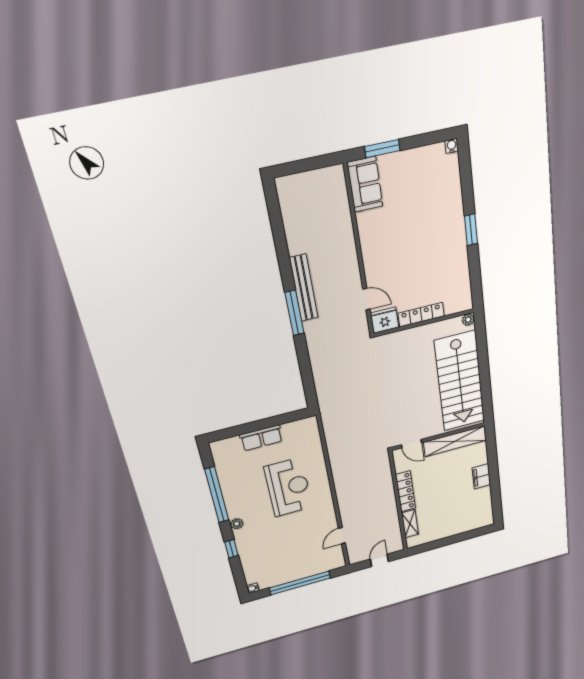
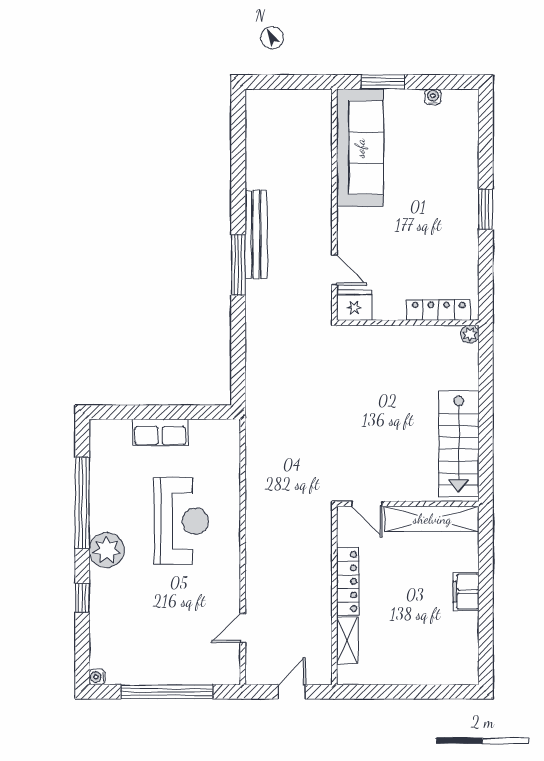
water cooler: (452, 146) -> (433, 97), moved
sofa: (365, 184) -> (360, 148), width x1.85, depth x1.27
locker: (421, 315) -> (439, 310), moved
stairs: (460, 381) -> (459, 444), width x0.73, depth x0.66
plant: (237, 524) -> (107, 550), width x1.88, depth x1.88

